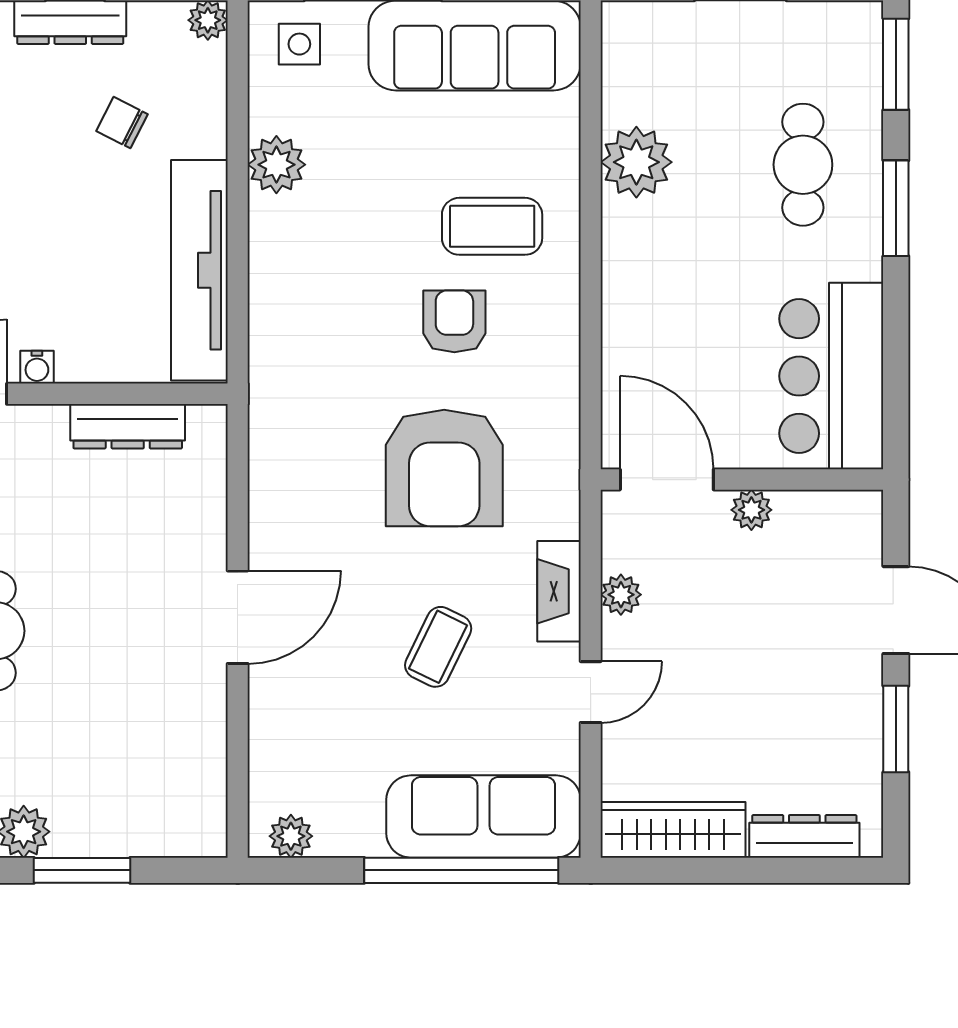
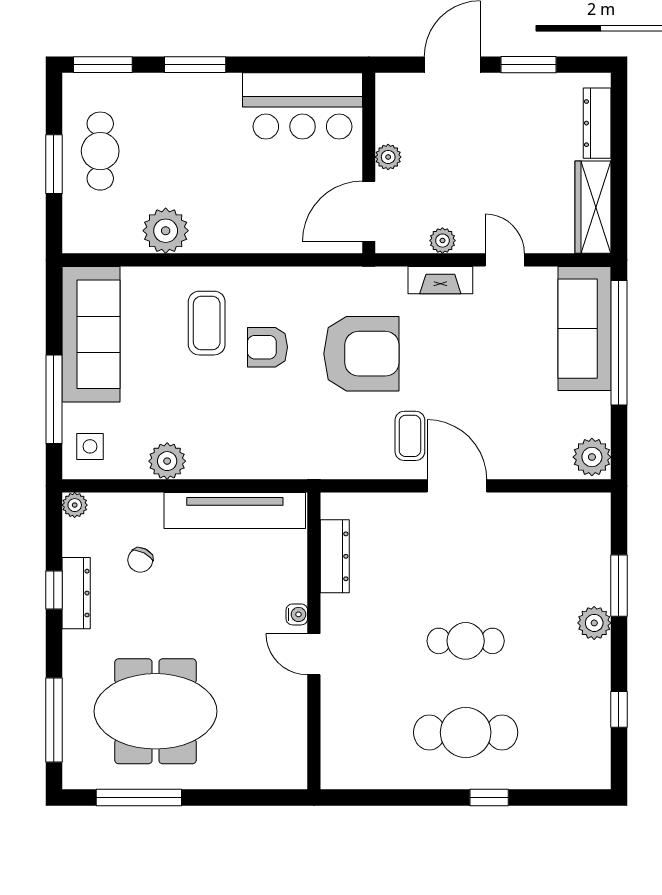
cafe table: (803, 165) -> (100, 151), moved, turned 90
coffee table: (438, 647) -> (410, 436), moved, turned 64
plant: (291, 836) -> (592, 457), width x1.38, depth x1.38

